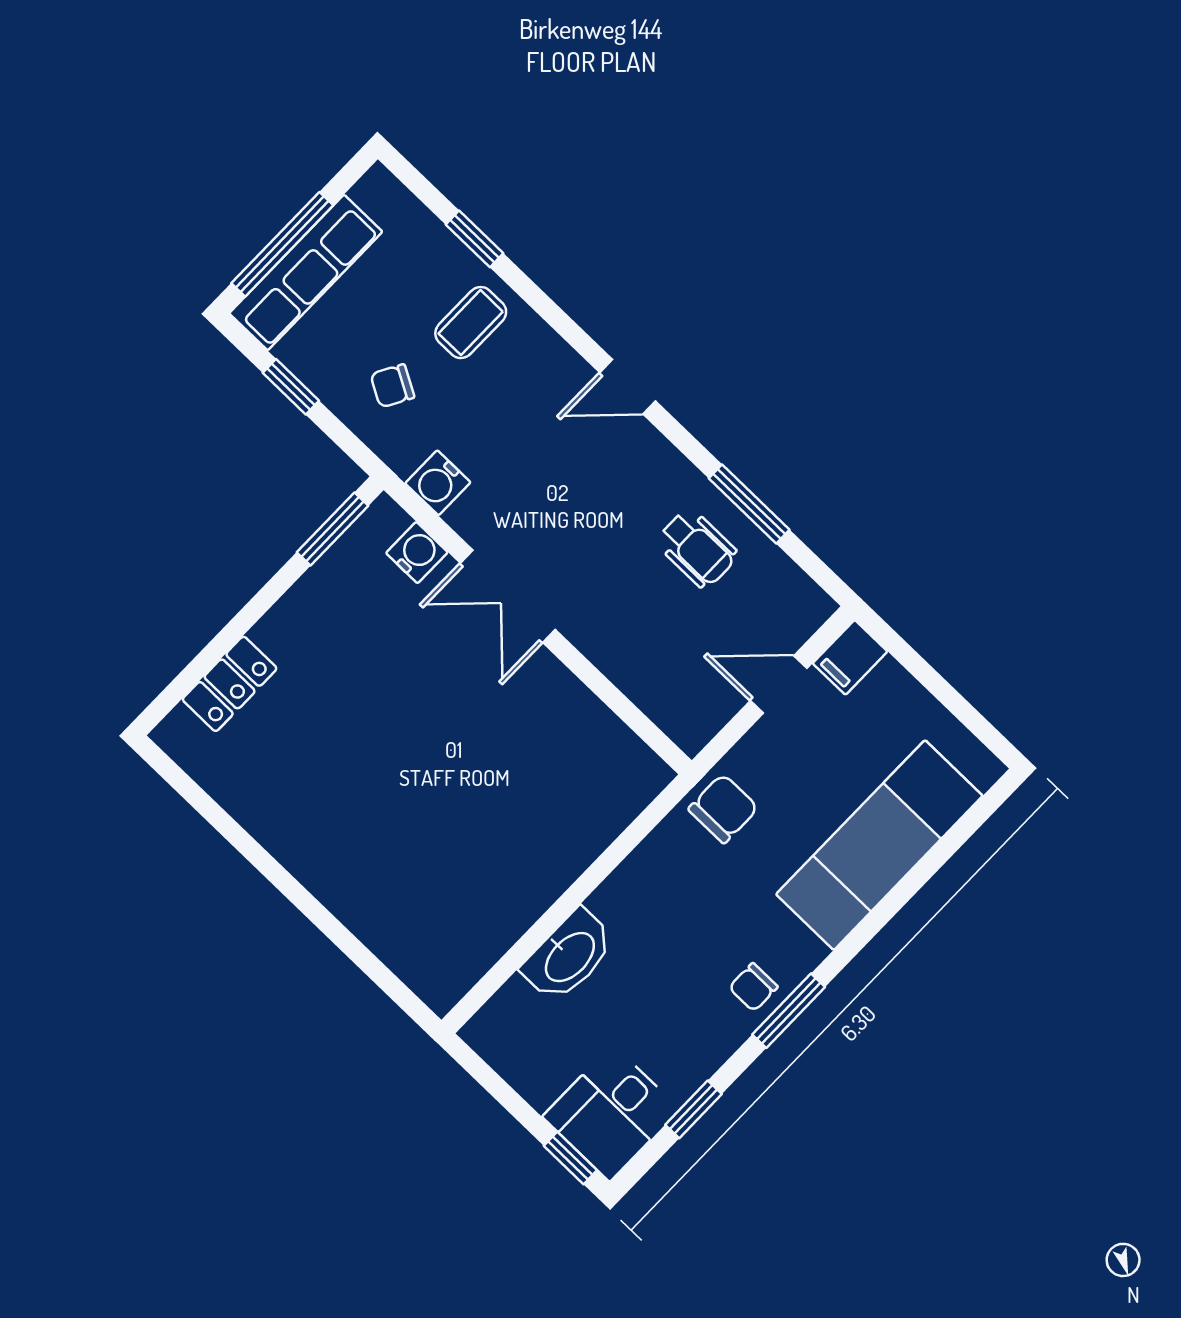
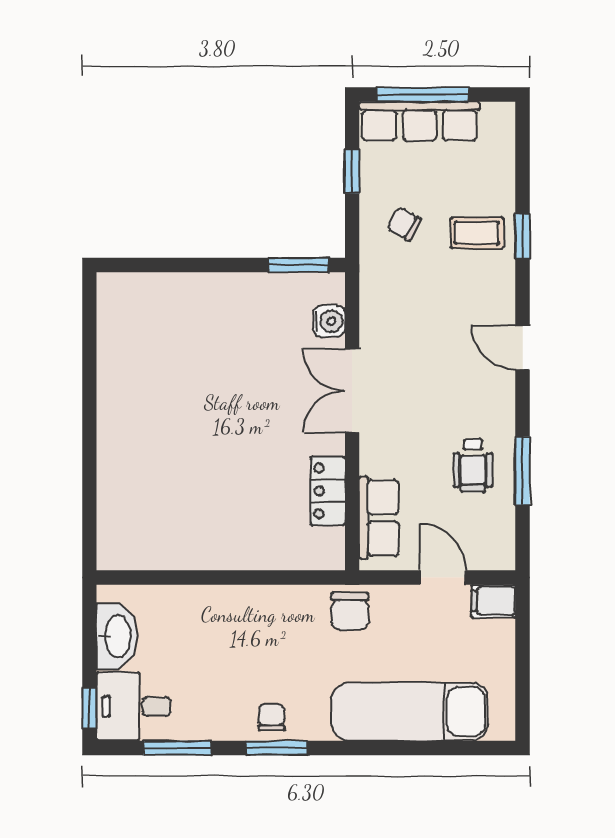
window: (475, 239) -> (523, 236), moved
water cooler: (438, 483) -> (376, 297), removed
locker: (230, 684) -> (328, 491), moved, turned 90
row of seats: (659, 691) -> (379, 518), added
chair: (723, 809) -> (350, 611), turned 90
washbasin: (569, 956) -> (117, 636), moved, turned -90
chair: (753, 987) -> (271, 717), turned 90
window: (693, 1109) -> (177, 748), width x1.50

